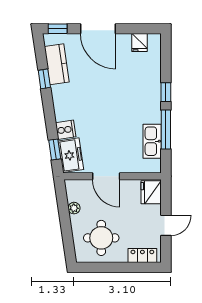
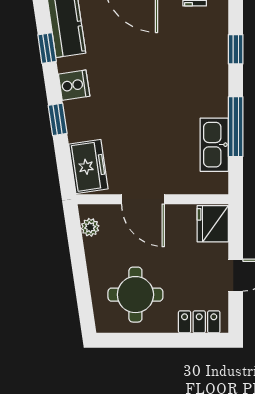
window: (166, 92) -> (236, 49), moved
cooker: (66, 130) -> (74, 85), moved
window: (55, 149) -> (58, 119), moved
plant: (74, 208) -> (90, 227), moved

